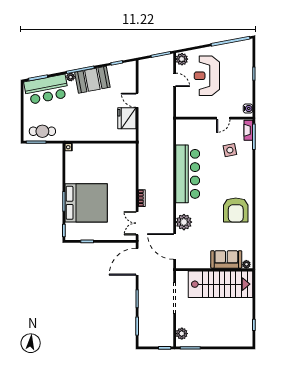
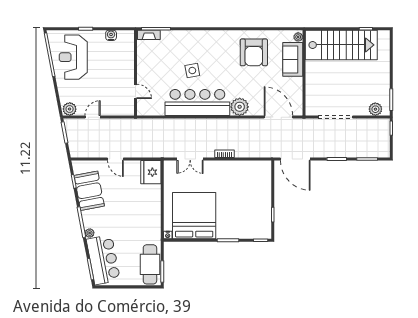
reception desk: (207, 76) -> (73, 57), moved, turned 90
booth: (92, 80) -> (89, 191), moved
door: (137, 100) -> (115, 159), hinge flipped
water cooler: (248, 108) -> (111, 35), moved
fridge: (127, 118) -> (151, 172), moved, turned 90
door: (223, 118) -> (135, 91), moved
cafe table: (42, 131) -> (150, 264), width x1.37, depth x1.35
side table: (230, 150) -> (192, 70), moved
bed: (86, 203) -> (194, 216), moved
armchair: (236, 210) -> (254, 52), moved, turned 90
plant: (184, 222) -> (240, 107), moved
double door: (137, 223) -> (190, 159), moved
door: (175, 247) -> (278, 117), swing flipped
stairs: (221, 284) -> (341, 45), moved, turned 90

